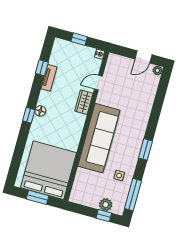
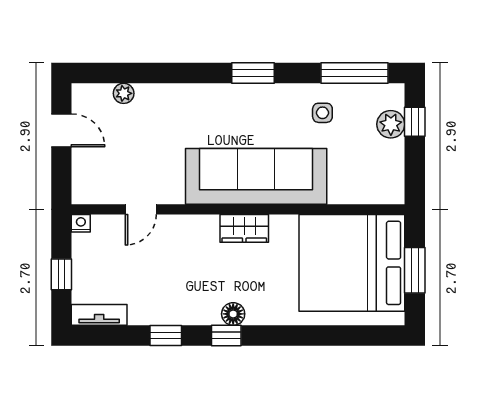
window: (42, 68) -> (166, 336), moved
plant: (157, 70) -> (124, 93), moved
tv unit: (49, 78) -> (99, 315), moved
door: (98, 83) -> (141, 209), hinge flipped
wardrobe: (84, 102) -> (244, 228), moved
window: (29, 115) -> (226, 336), moved

